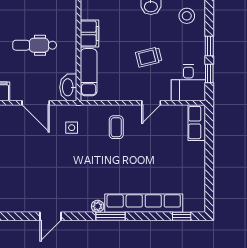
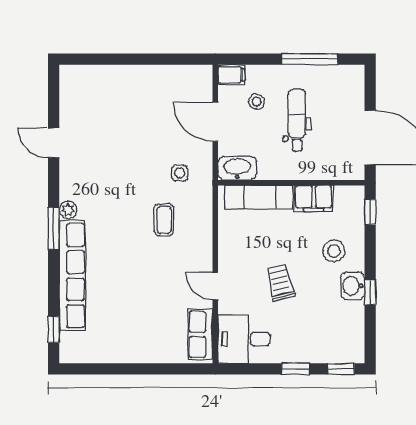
stool: (187, 16) -> (334, 251), moved
window: (209, 73) -> (341, 369), moved
stool: (21, 74) -> (256, 102), added
door: (36, 103) -> (215, 122), hinge flipped
row of seats: (197, 123) -> (200, 334), moved, turned -90
coffee table: (116, 127) -> (164, 220), moved, turned 90

